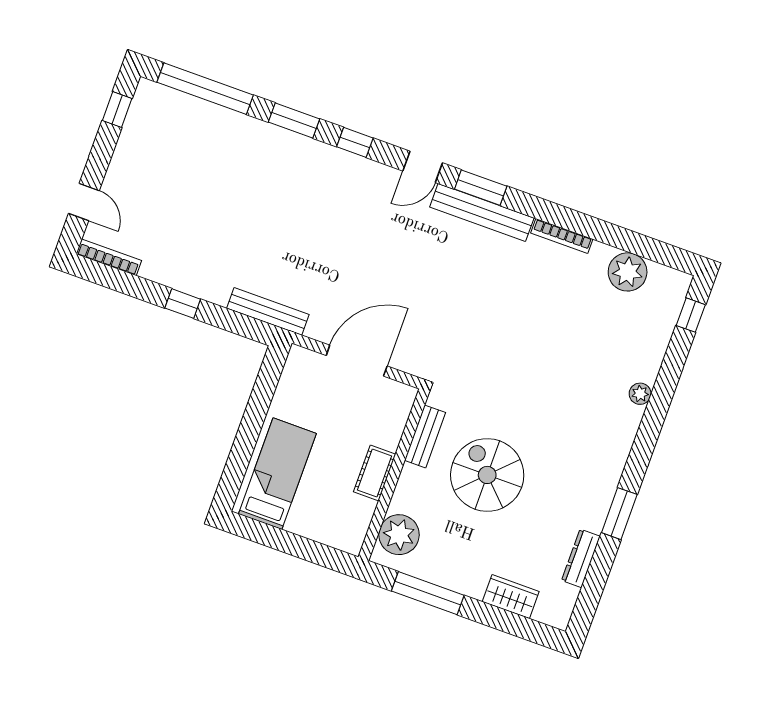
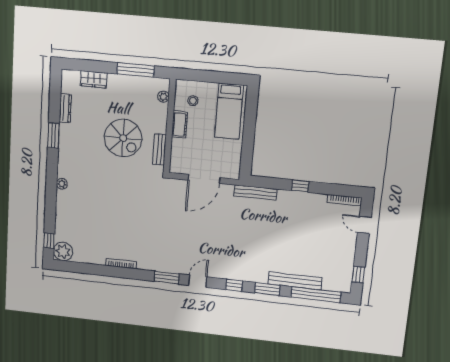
bench: (482, 212) -> (295, 281), moved
plant: (628, 272) -> (63, 251), moved
plant: (640, 394) -> (62, 184), moved
stool: (338, 510) -> (193, 101), added
plant: (399, 535) -> (163, 97), width x0.53, depth x0.53

